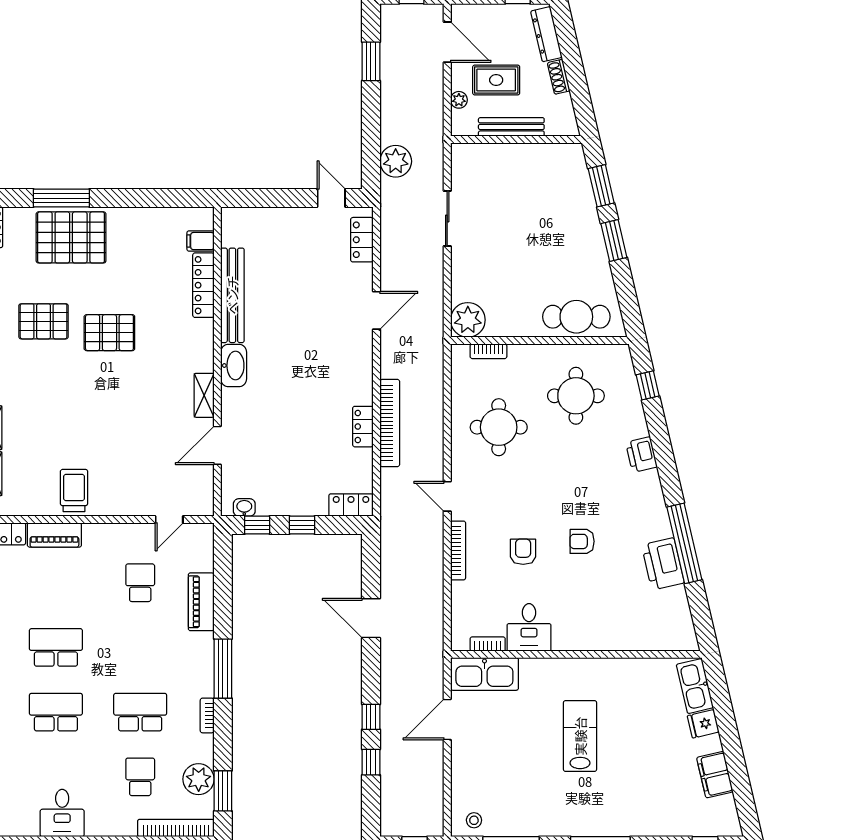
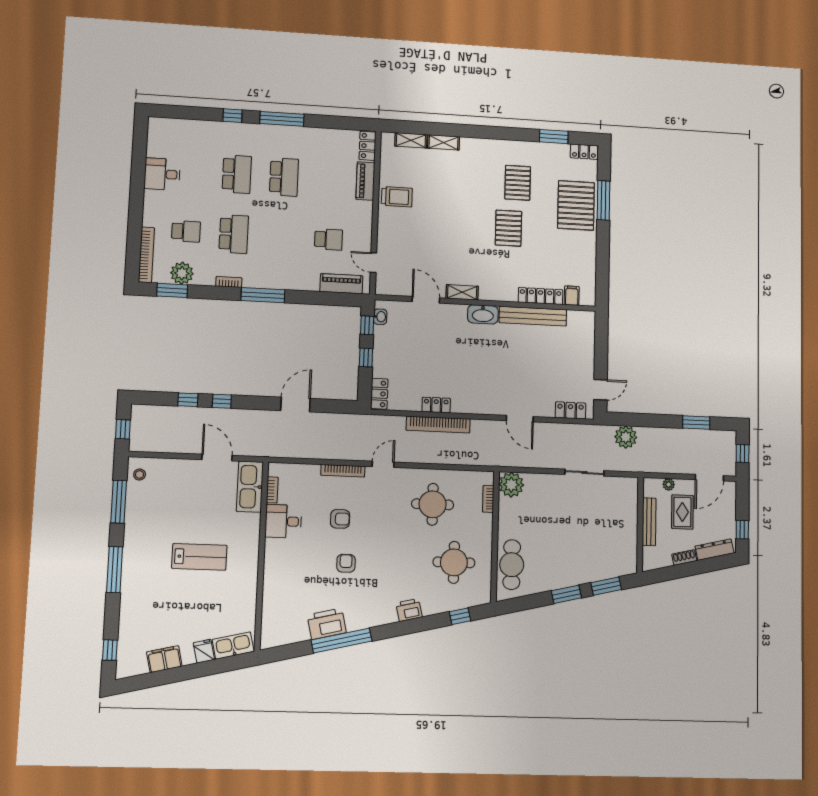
piano: (201, 602) -> (341, 284), moved

